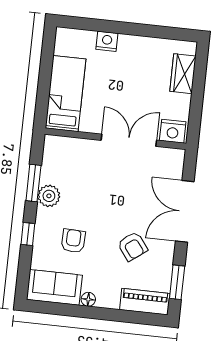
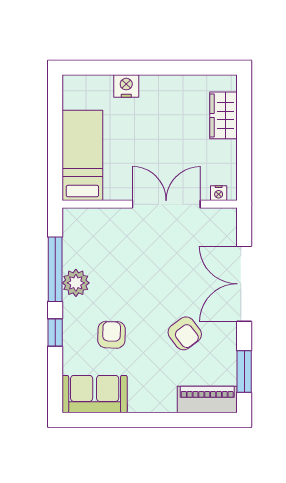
nightstand: (173, 131) -> (219, 193), width x0.53, depth x0.56
window: (33, 183) -> (55, 269), width x1.44
floor lamp: (88, 299) -> (138, 404), removed

